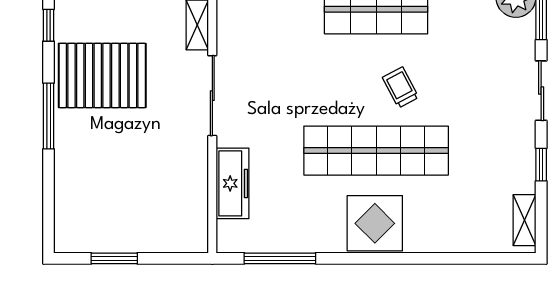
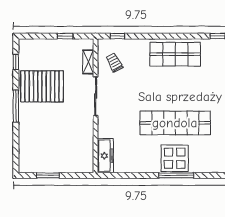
trolley: (401, 87) -> (114, 63), moved
freezer: (233, 183) -> (105, 156), moved
window: (280, 258) -> (176, 175), moved

